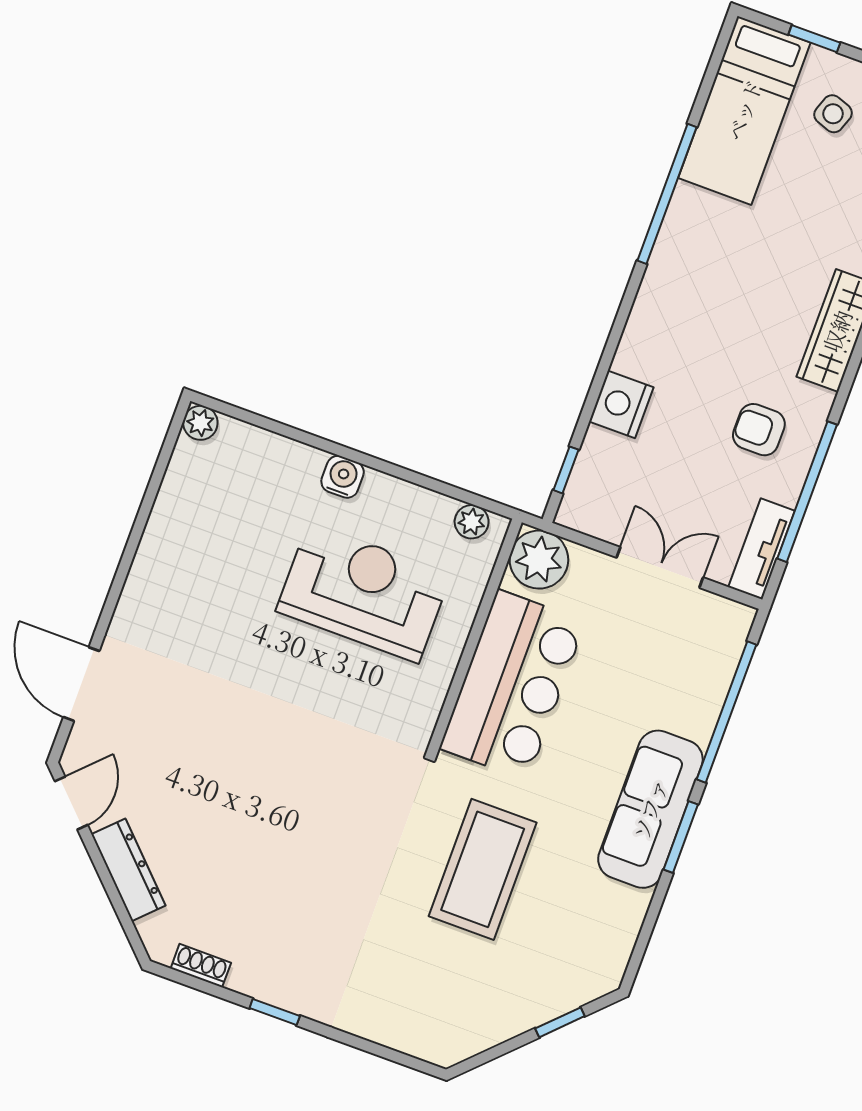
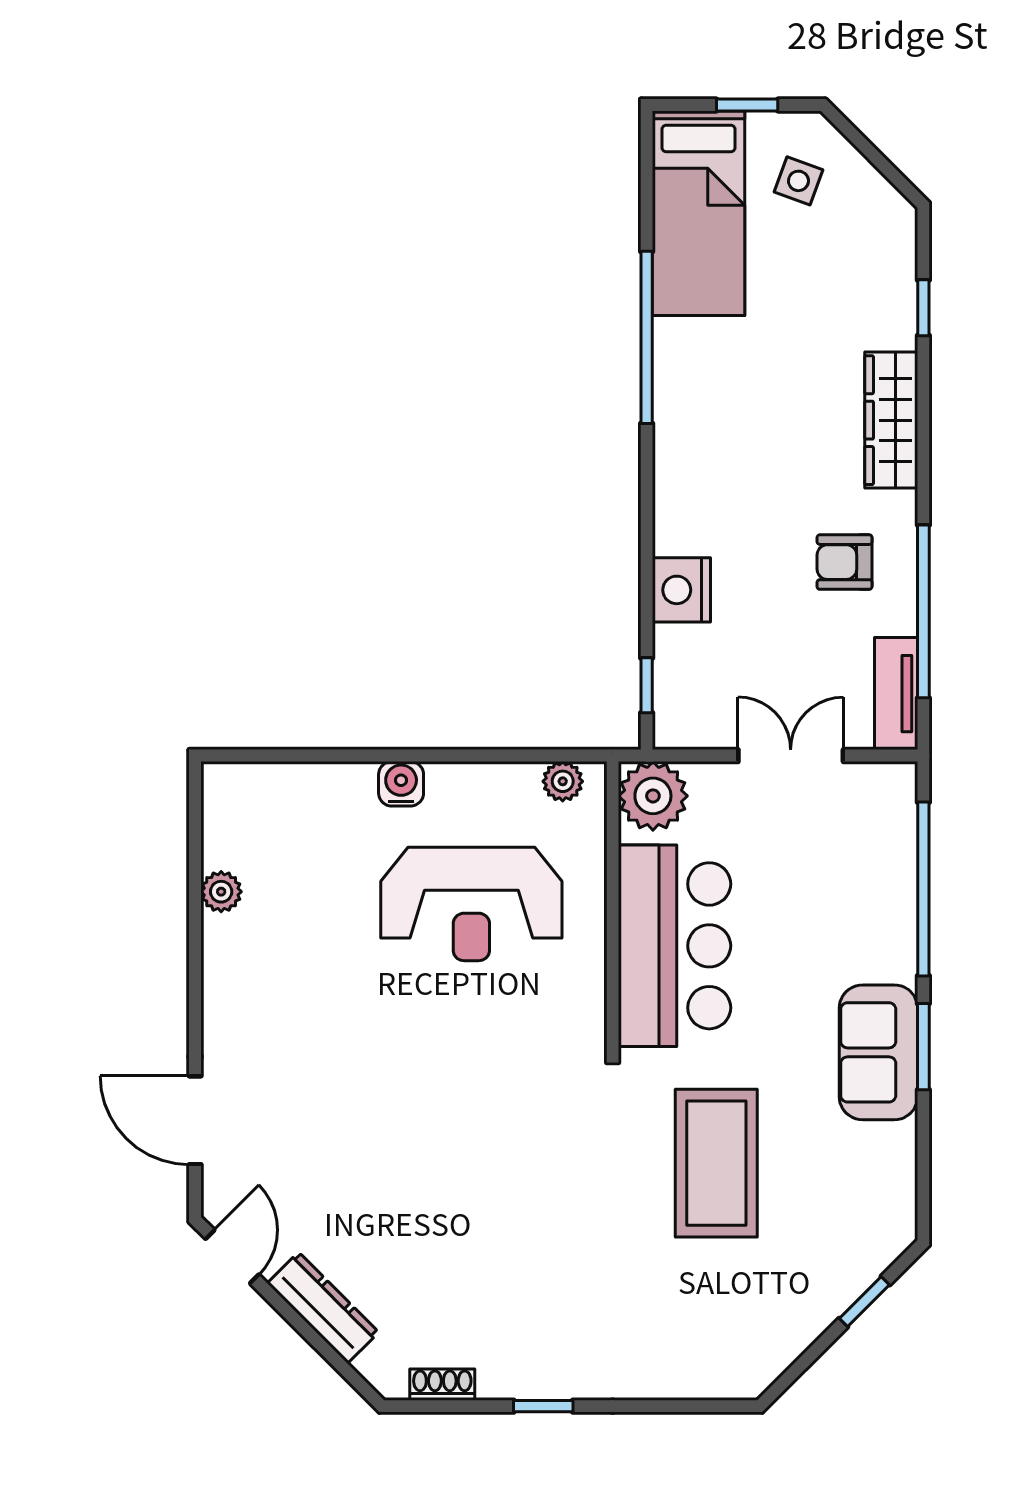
plant: (200, 423) -> (221, 892), moved
reception desk: (363, 593) -> (471, 904), turned 180
sofa: (650, 809) -> (878, 1052), width x0.73

